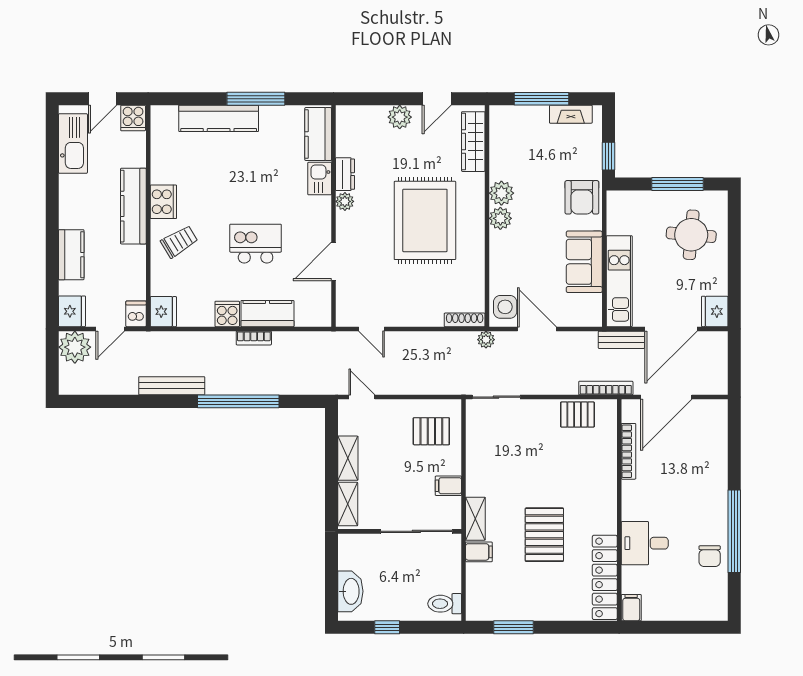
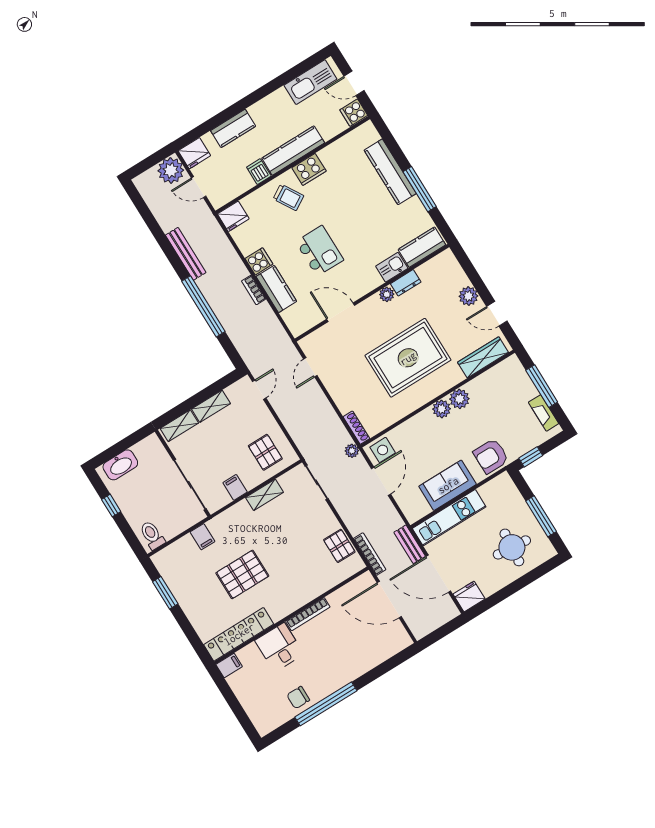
dishwasher: (136, 314) -> (259, 172), moved, turned -90
bookcase: (628, 451) -> (308, 614), moved
shelving: (475, 519) -> (264, 495), moved

